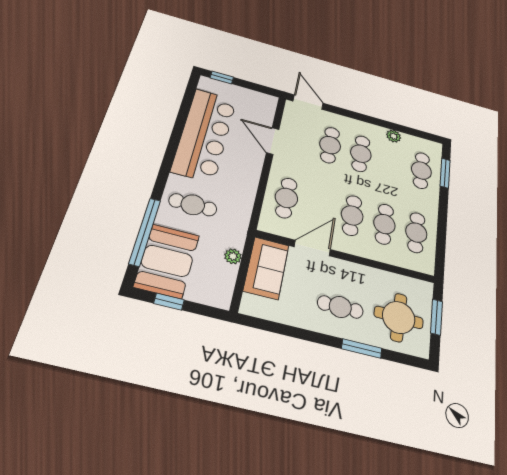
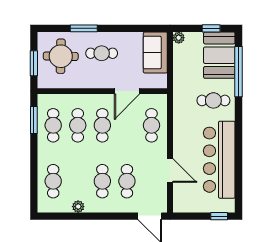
window: (445, 173) -> (34, 120), moved
plant: (233, 256) -> (179, 38), moved
sofa: (266, 268) -> (155, 52), moved

